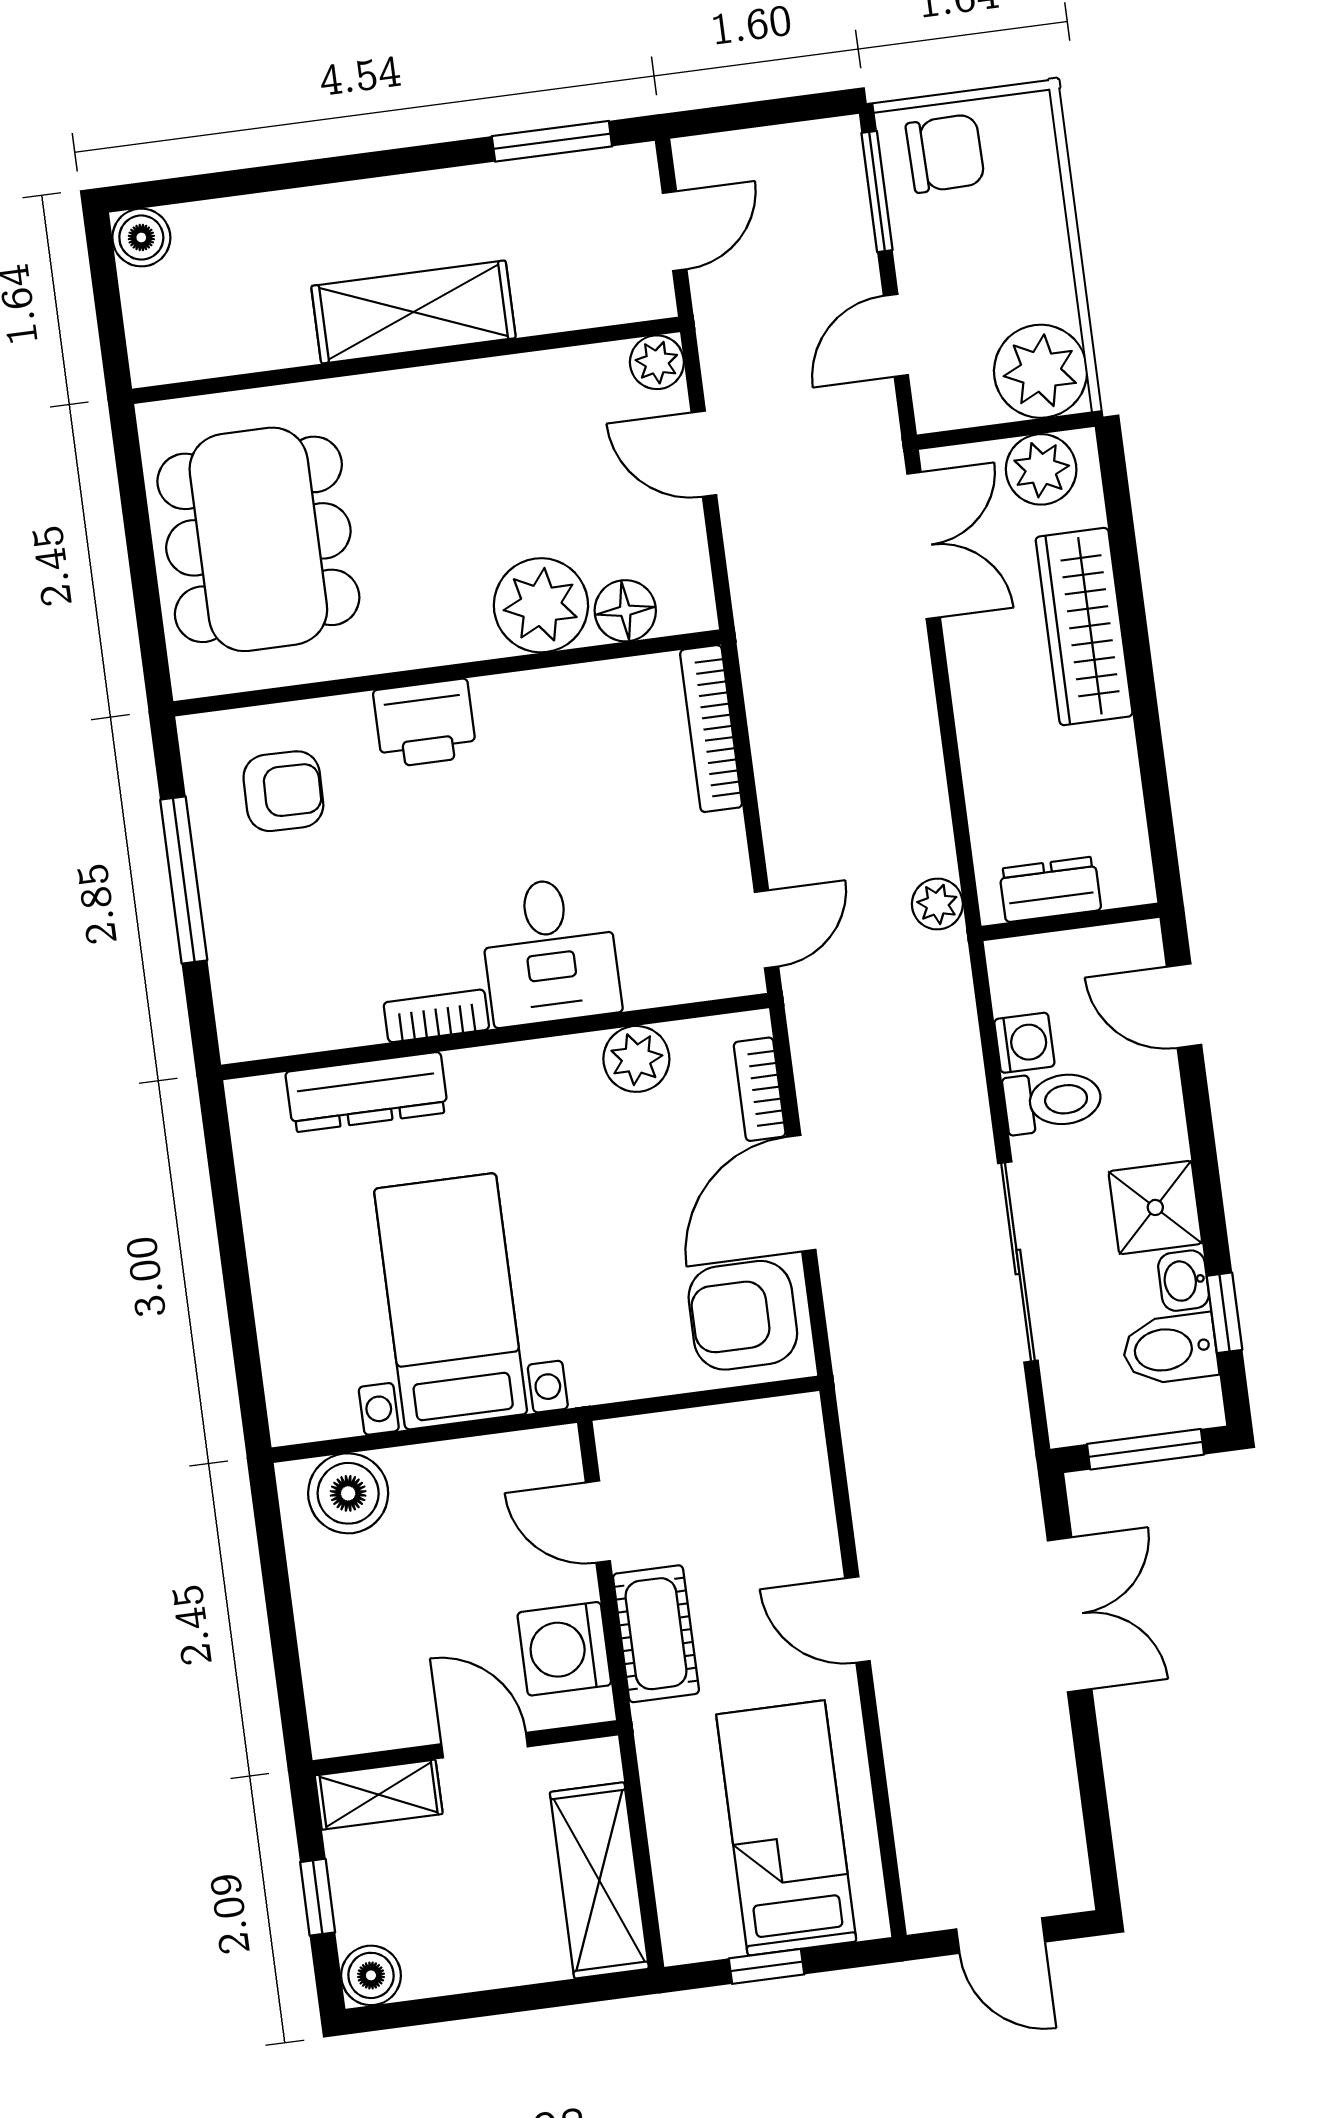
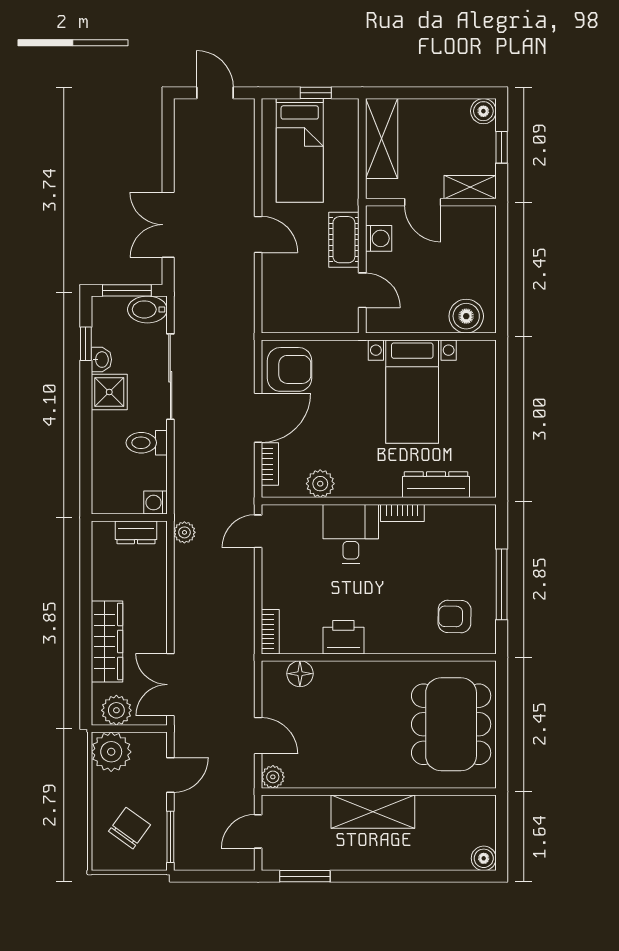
chair: (945, 153) -> (130, 828), moved, turned 127
plant: (541, 605) -> (335, 681), removed
printer: (425, 723) -> (343, 637), moved
bookcase: (711, 729) -> (270, 632), width x0.64
door: (1184, 1006) -> (86, 476), removed
washing machine: (1024, 1043) -> (155, 503), moved
bidet: (1170, 1349) -> (147, 309), moved, turned 180
washing machine: (564, 1649) -> (379, 238), width x0.73, depth x0.73

